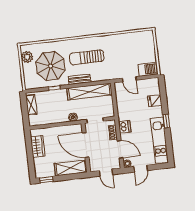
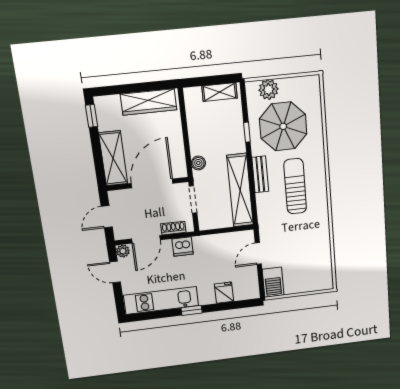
plant: (27, 57) -> (269, 90), moved
wardrobe: (38, 146) -> (149, 102), width x1.50

